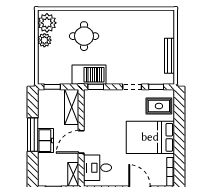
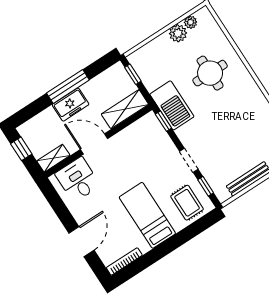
plant: (47, 23) -> (191, 22), width x0.53, depth x0.53
bed: (150, 137) -> (147, 215), width x0.67

